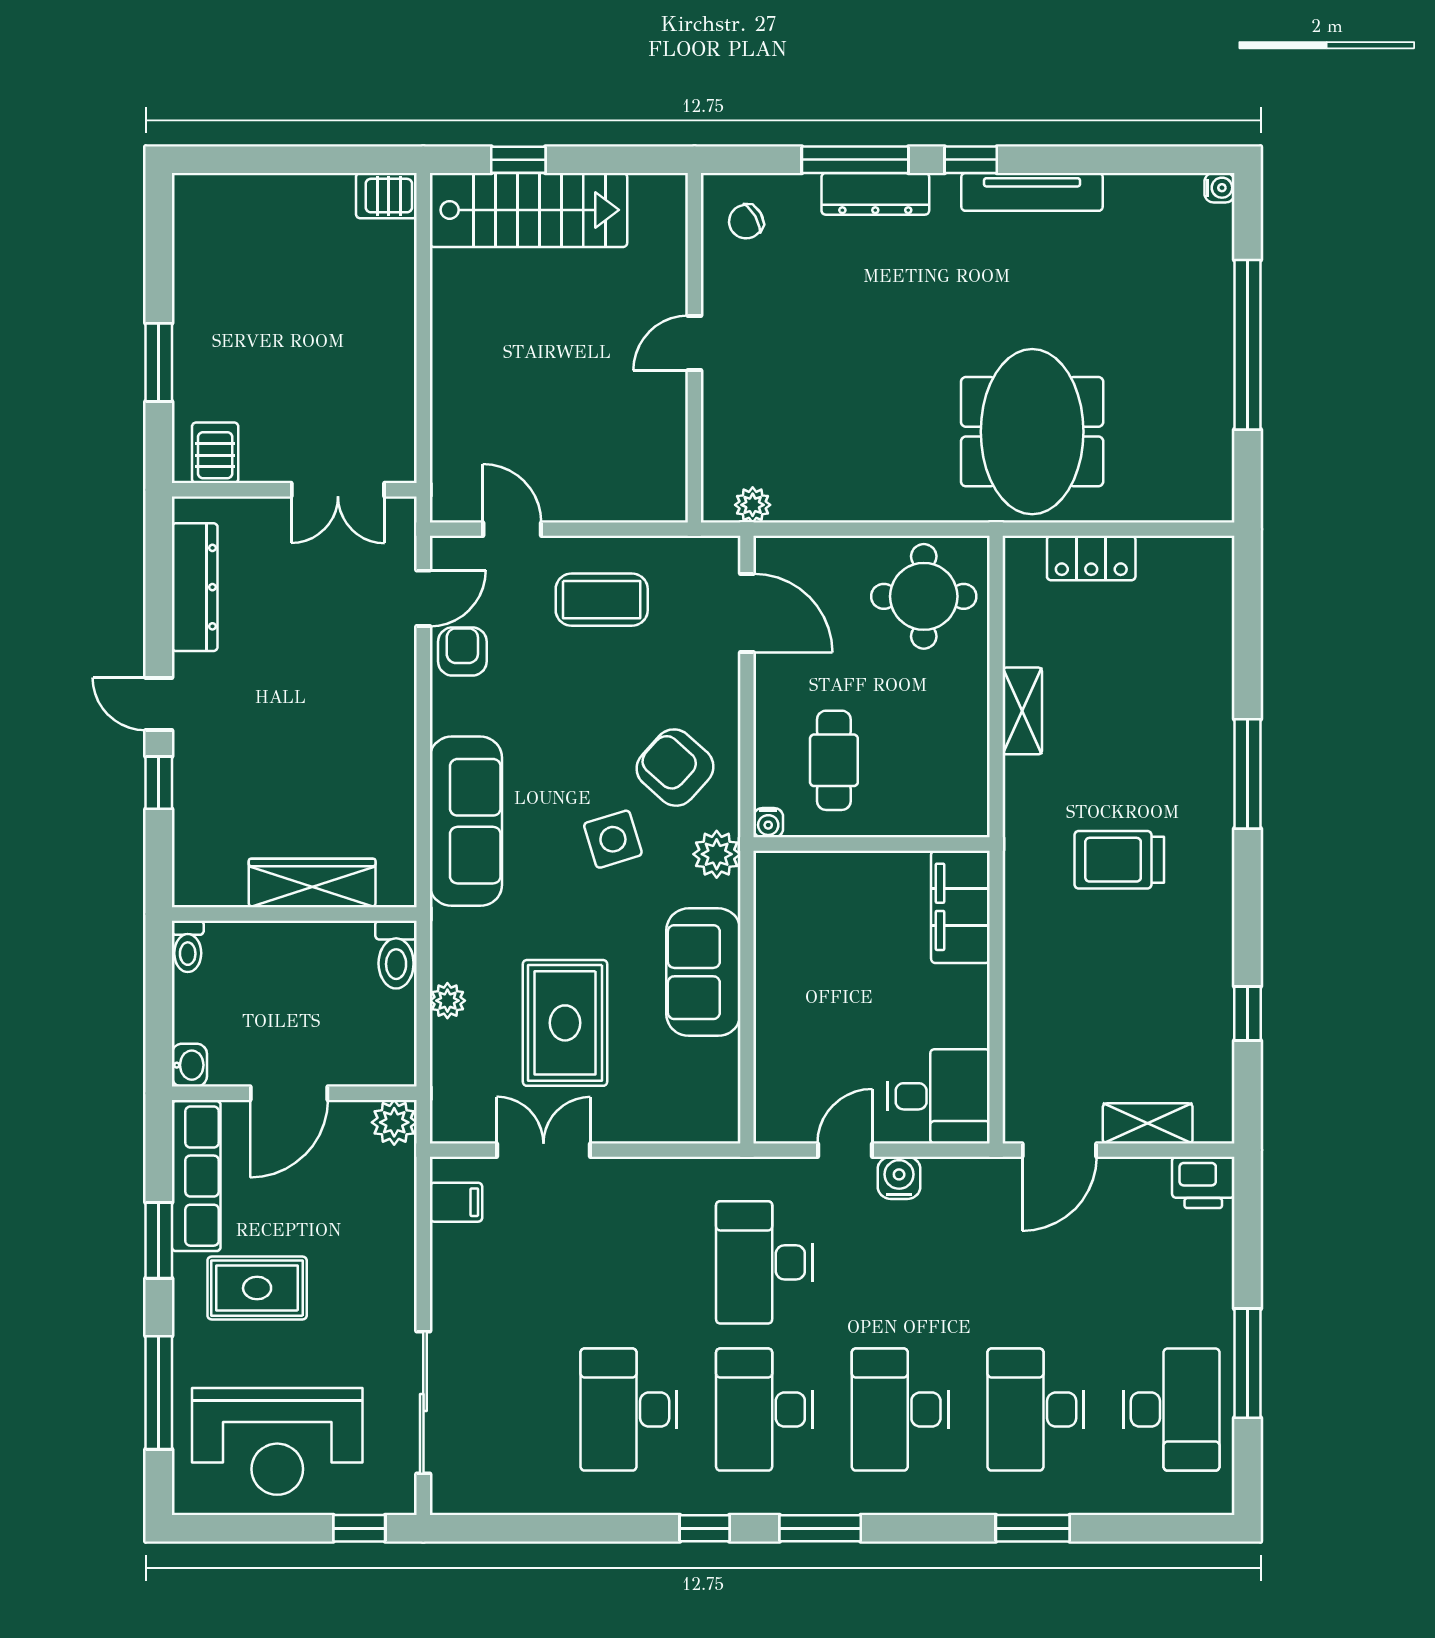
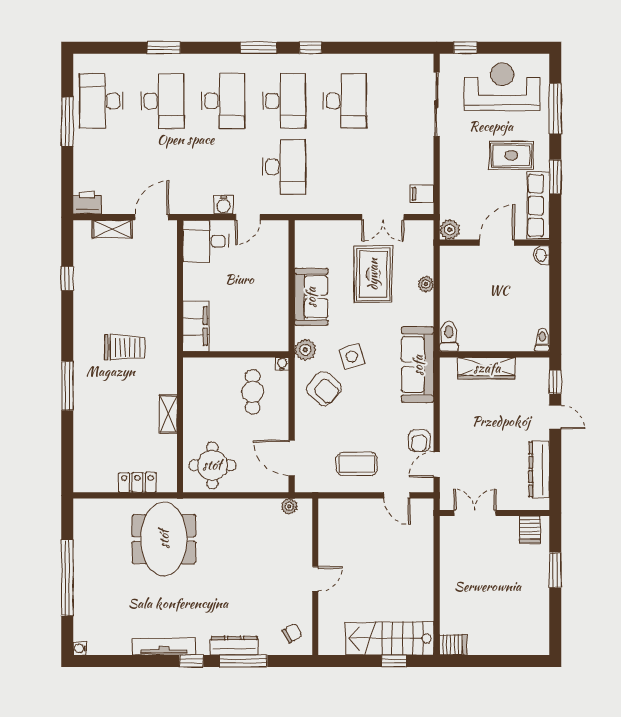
wardrobe: (312, 883) -> (487, 368), moved
wall: (294, 914) -> (494, 354), moved
toilet: (188, 946) -> (542, 340), moved
toilet: (396, 955) -> (449, 336), moved

